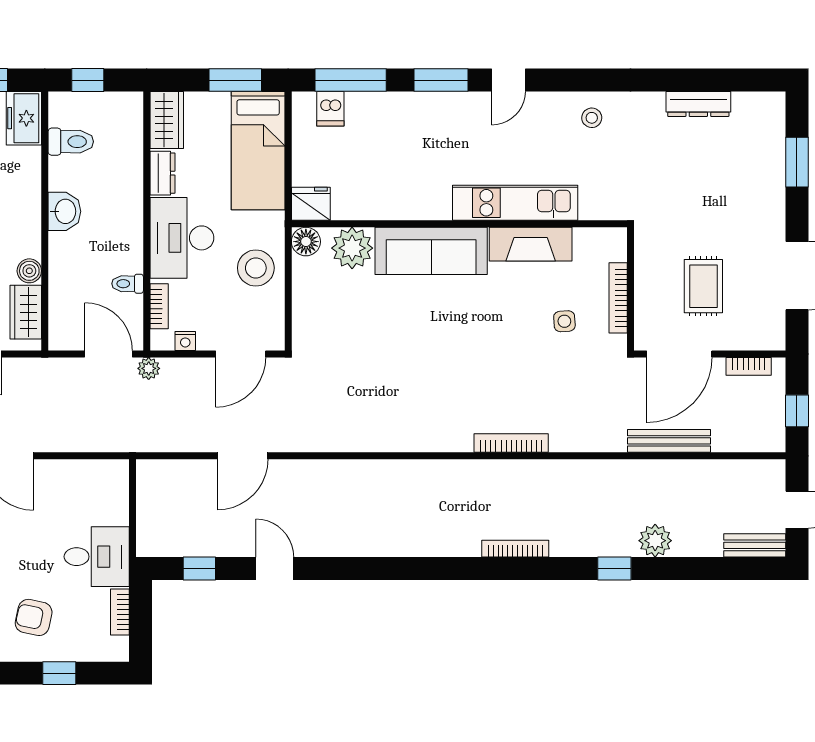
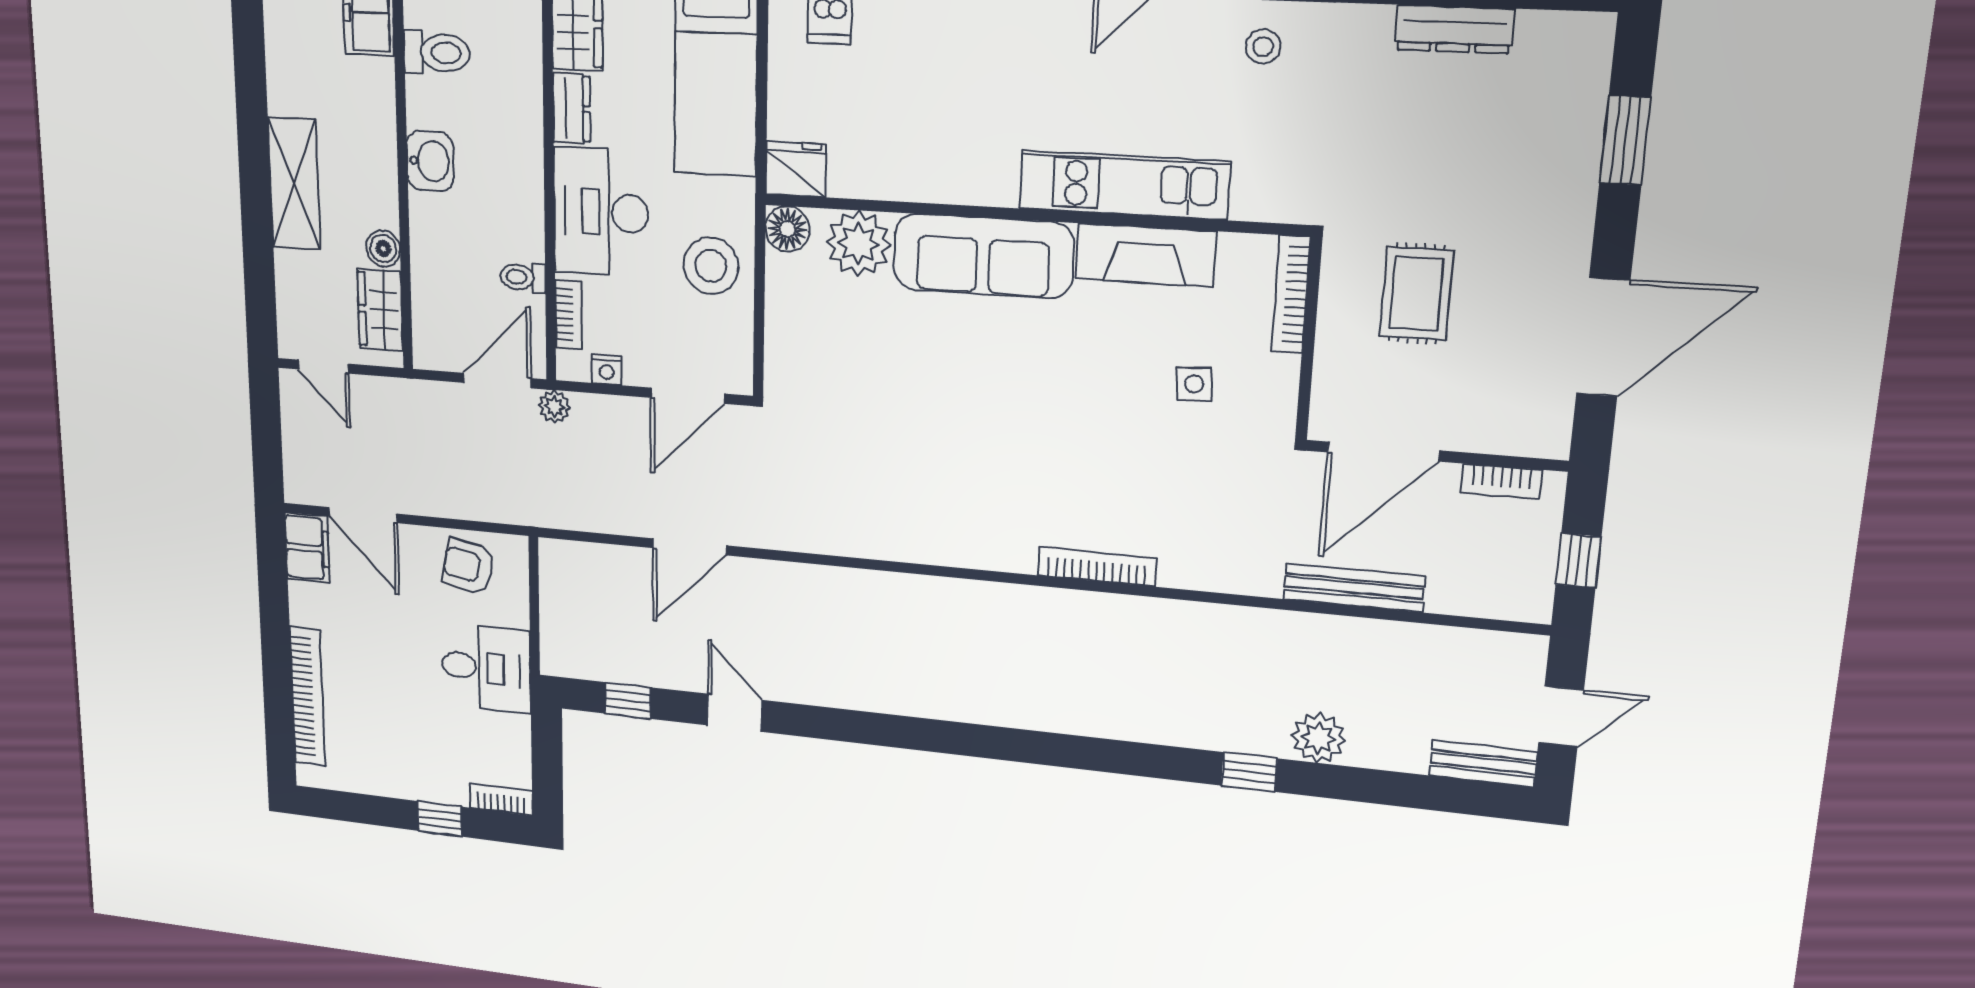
rug: (703, 286) -> (1416, 294), moved
bookcase: (618, 298) -> (1291, 294), moved
door: (109, 354) -> (497, 381), hinge flipped
bookcase: (515, 549) -> (1095, 725), removed
bookcase: (120, 612) -> (501, 800), moved, turned 90
armchair: (34, 617) -> (468, 566), moved

